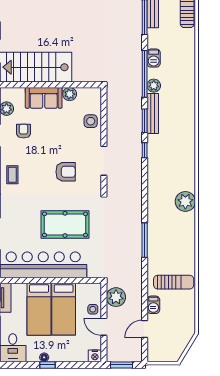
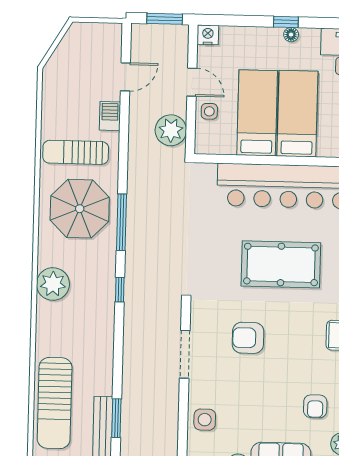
sun lounger: (182, 129) -> (55, 403), added
window: (145, 150) -> (120, 290), moved
pool table: (65, 224) -> (281, 264), moved
parasol: (170, 248) -> (80, 209), added

